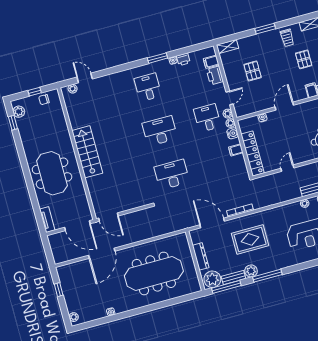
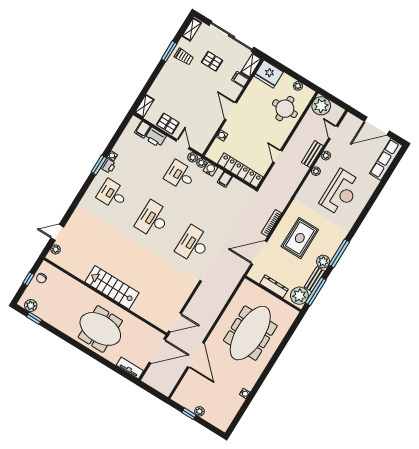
window: (265, 29) -> (169, 51), moved
printer: (183, 59) -> (108, 166), moved
pallet: (253, 71) -> (168, 124), moved
plant: (74, 317) -> (199, 411), moved

